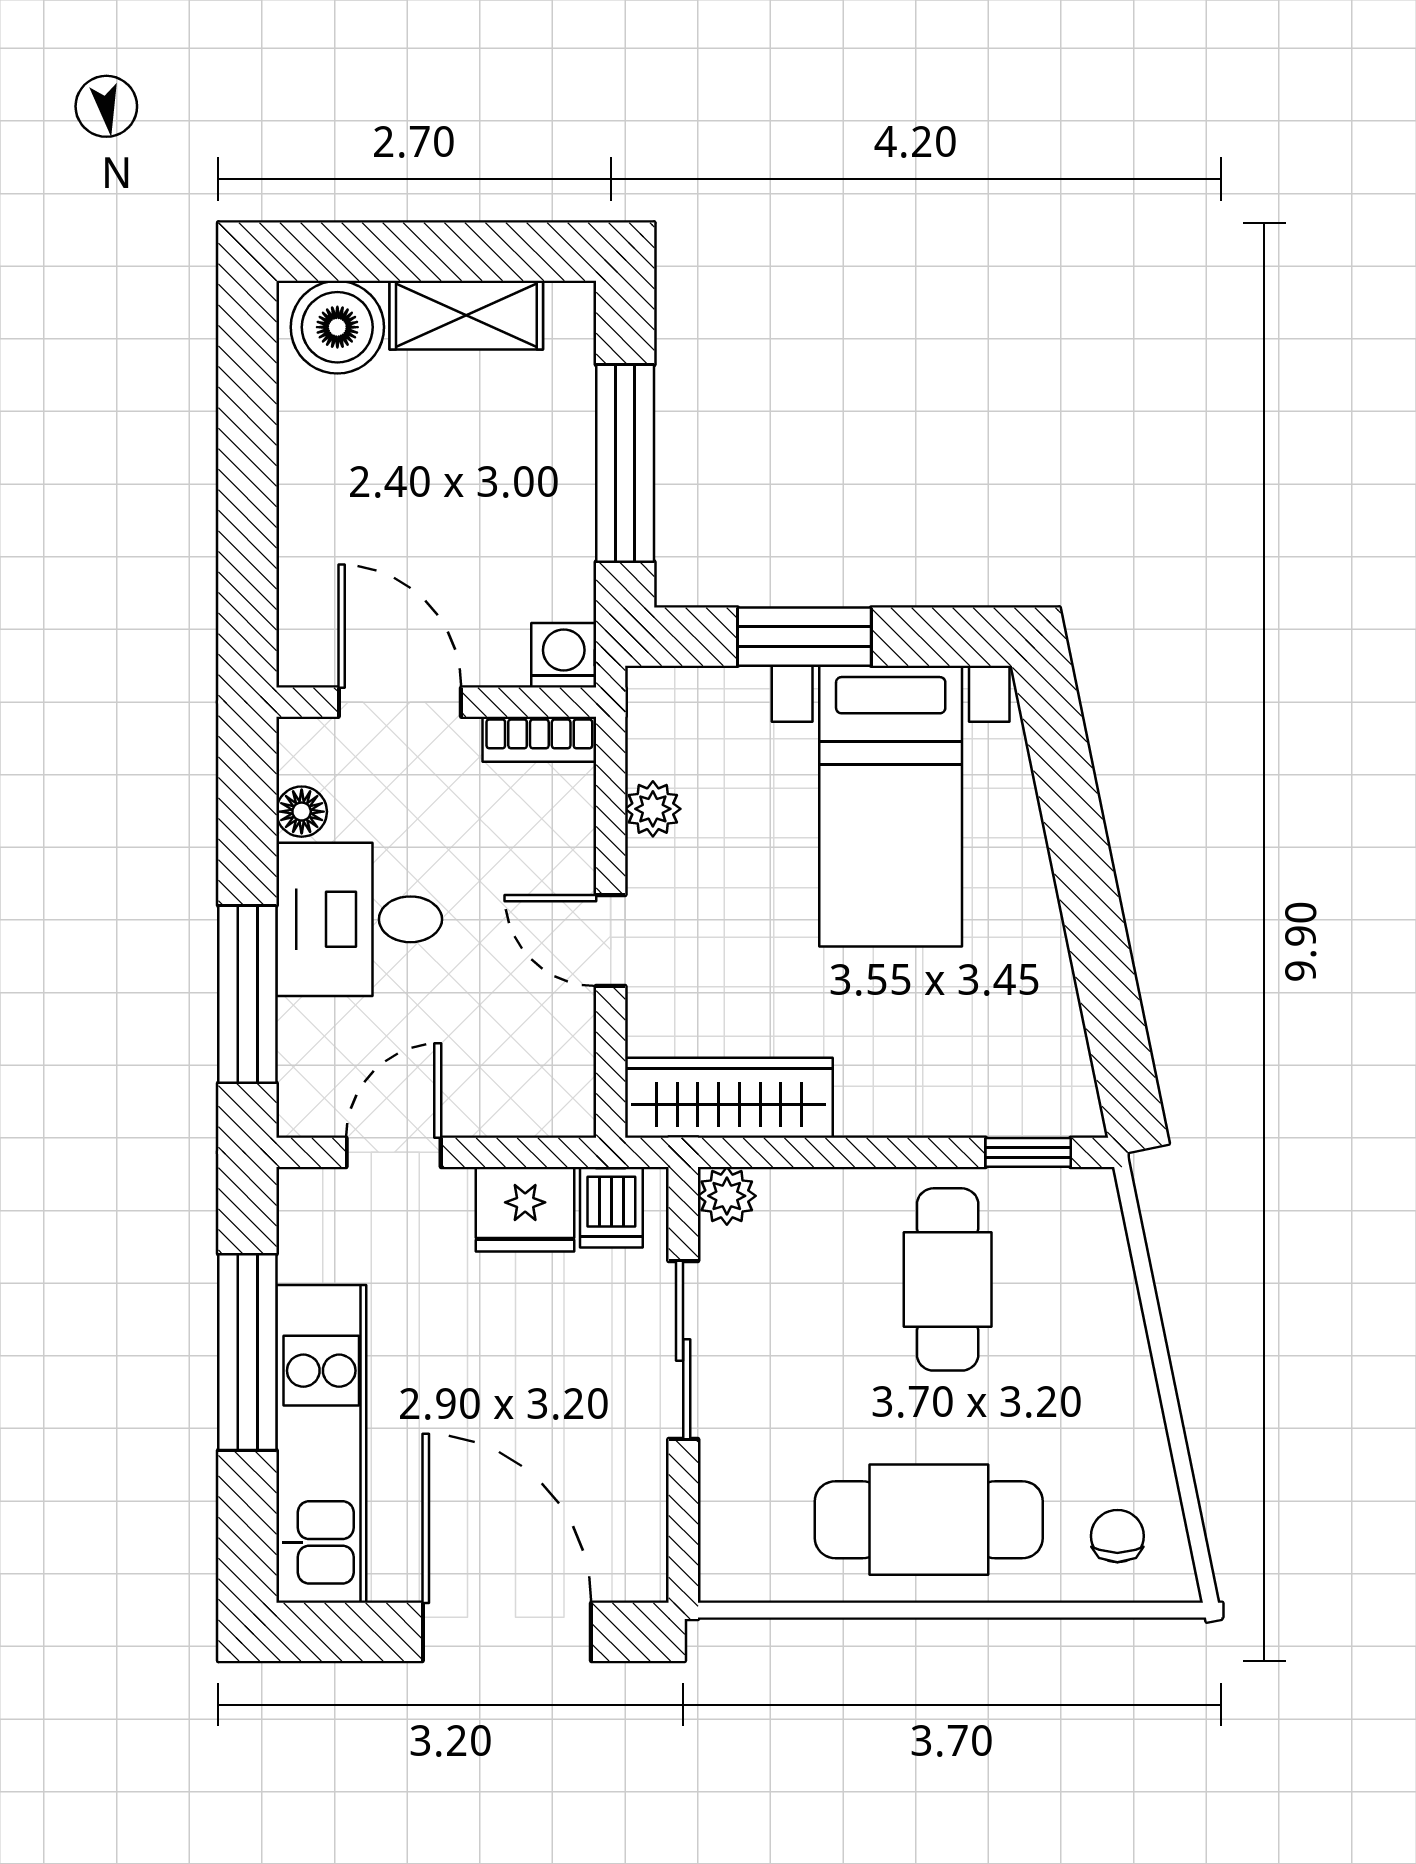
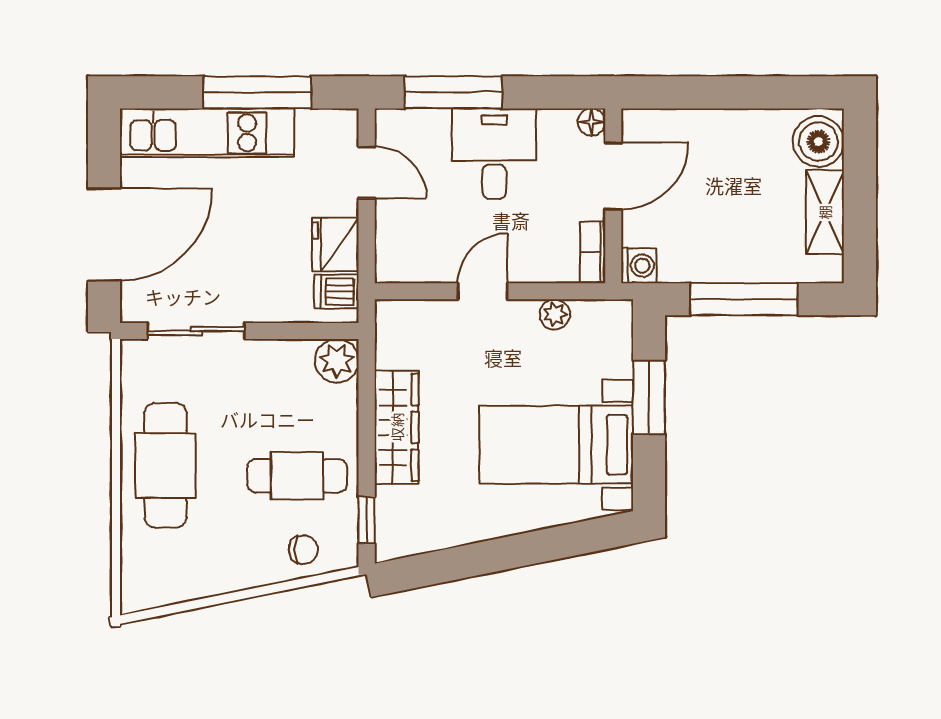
floor lamp: (302, 812) -> (591, 122), moved
wardrobe: (729, 1098) -> (397, 427), moved
plant: (727, 1196) -> (337, 361), width x1.38, depth x1.38
sliding door: (683, 1350) -> (196, 331), moved
chair: (1117, 1536) -> (303, 550), moved

